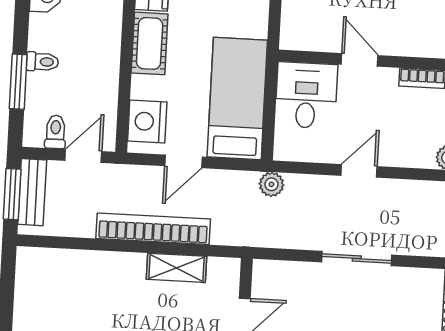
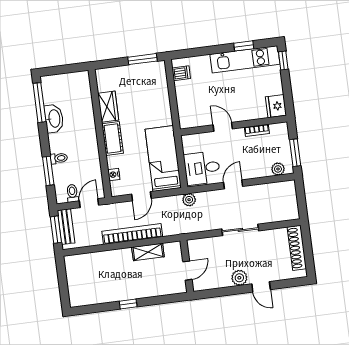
desk: (306, 95) -> (202, 168), moved, turned -90
nightstand: (147, 121) -> (114, 175), width x0.53, depth x0.56

